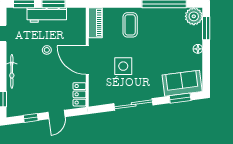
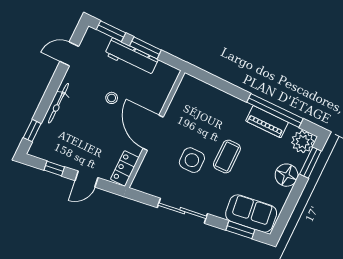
piano: (95, 23) -> (267, 122), moved, turned 90
coffee table: (130, 25) -> (227, 156), moved
floor lamp: (198, 49) -> (287, 175), width x1.89, depth x1.89

